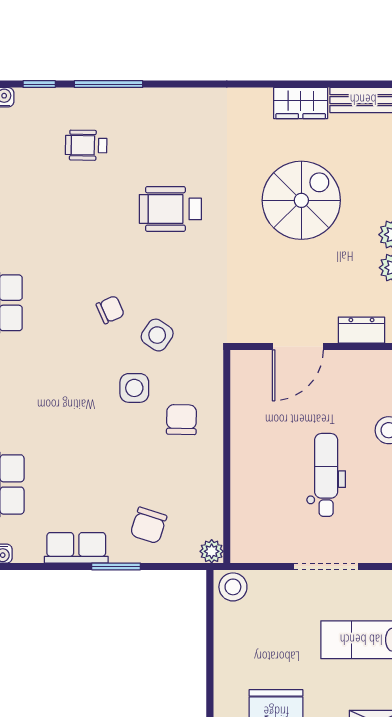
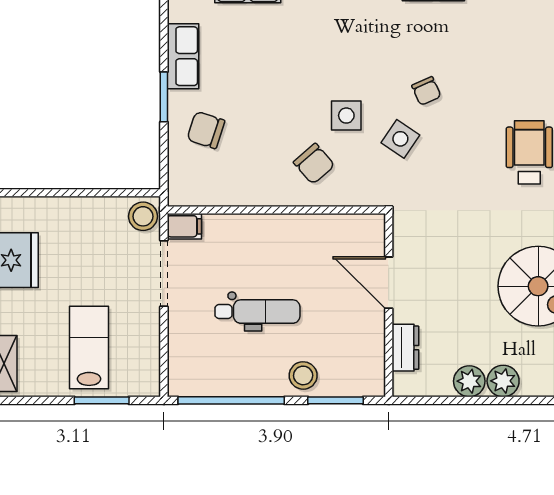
chair: (181, 420) -> (314, 164), turned 48
filing cabinet: (243, 546) -> (184, 226), added
plant: (212, 551) -> (179, 194), removed
doorway: (326, 566) -> (164, 274), moved

